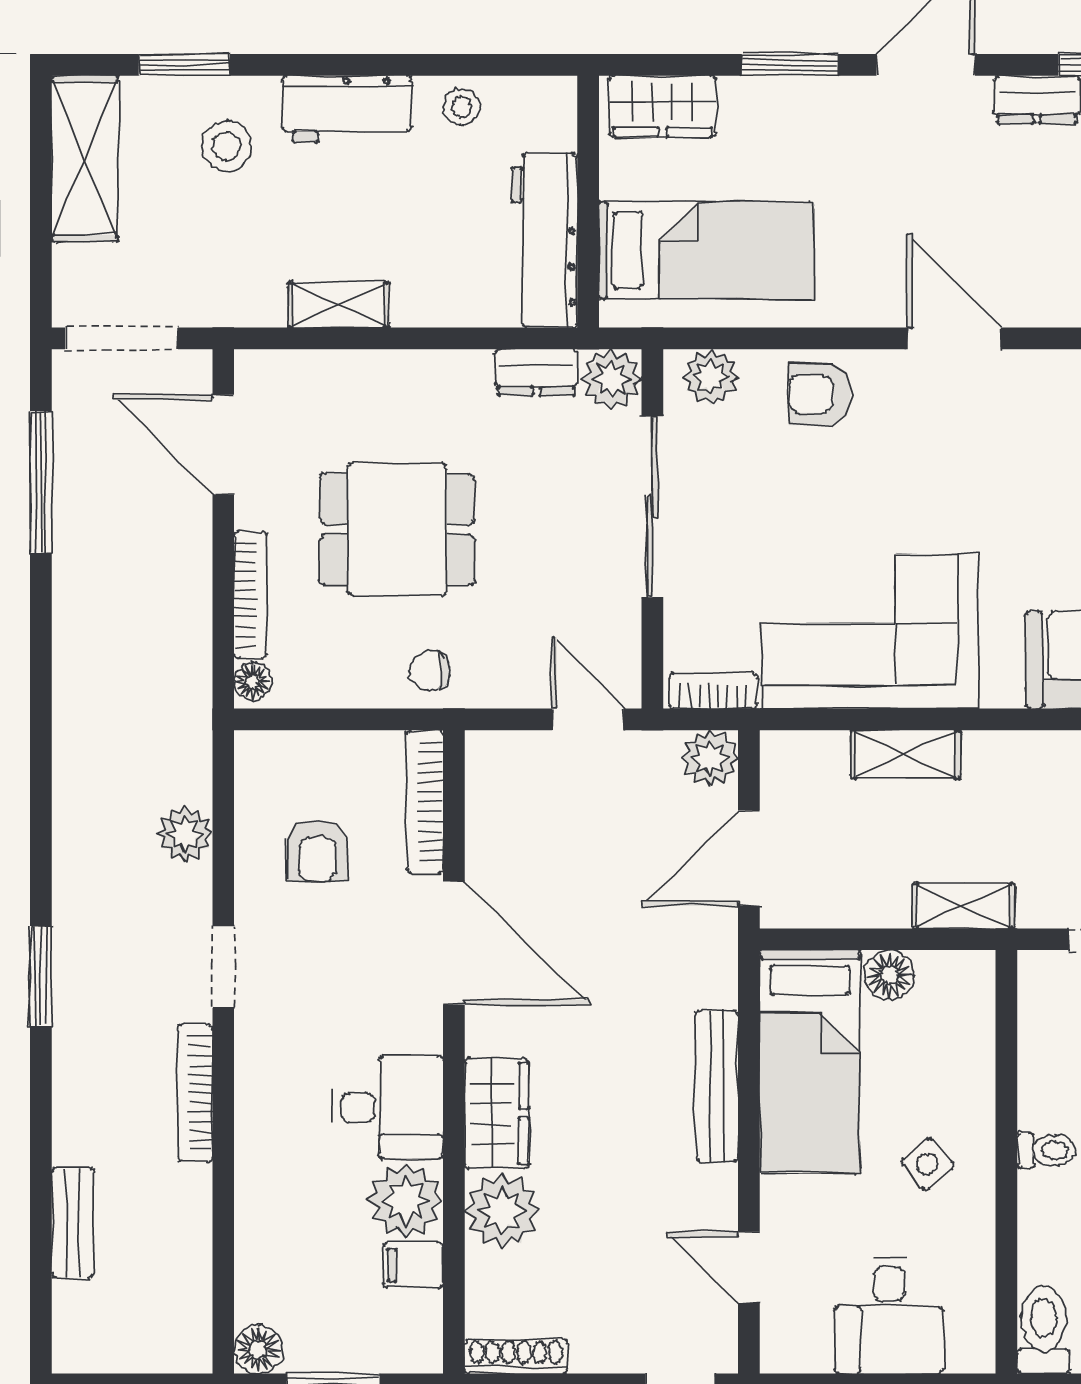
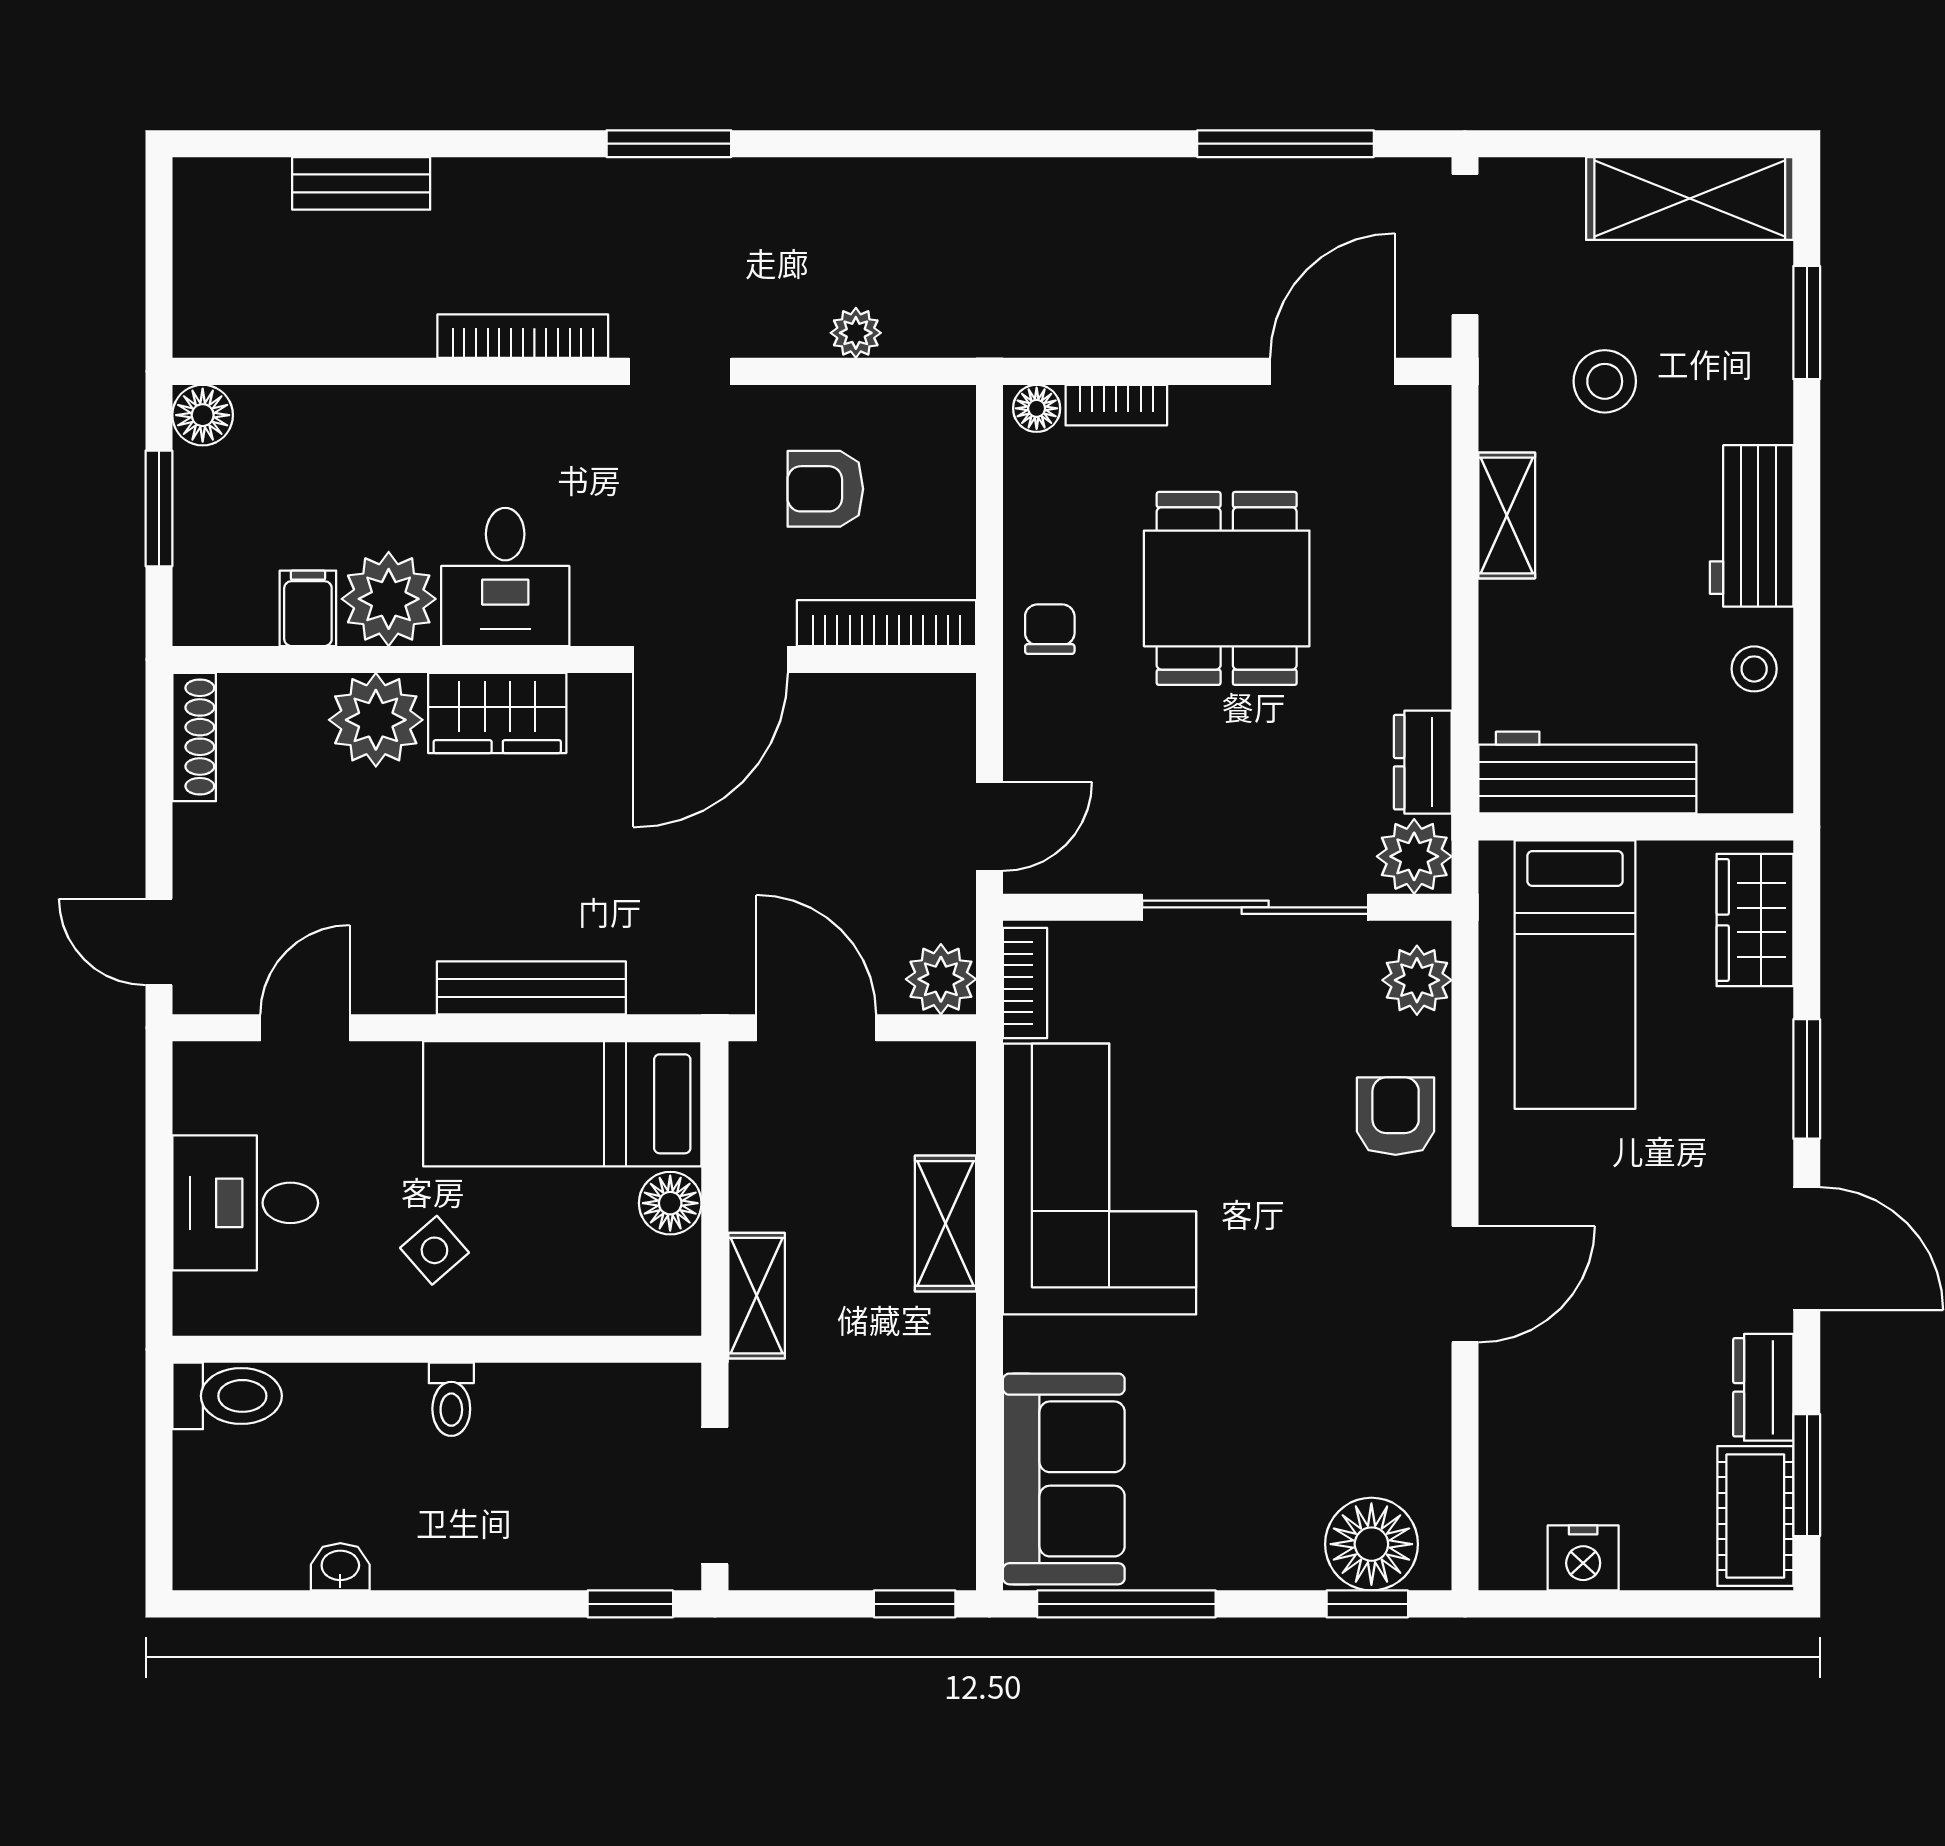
stool: (227, 146) -> (1605, 381), moved
bookcase: (250, 595) -> (1116, 405), width x0.64
plant: (185, 834) -> (856, 333), width x0.73, depth x0.73

